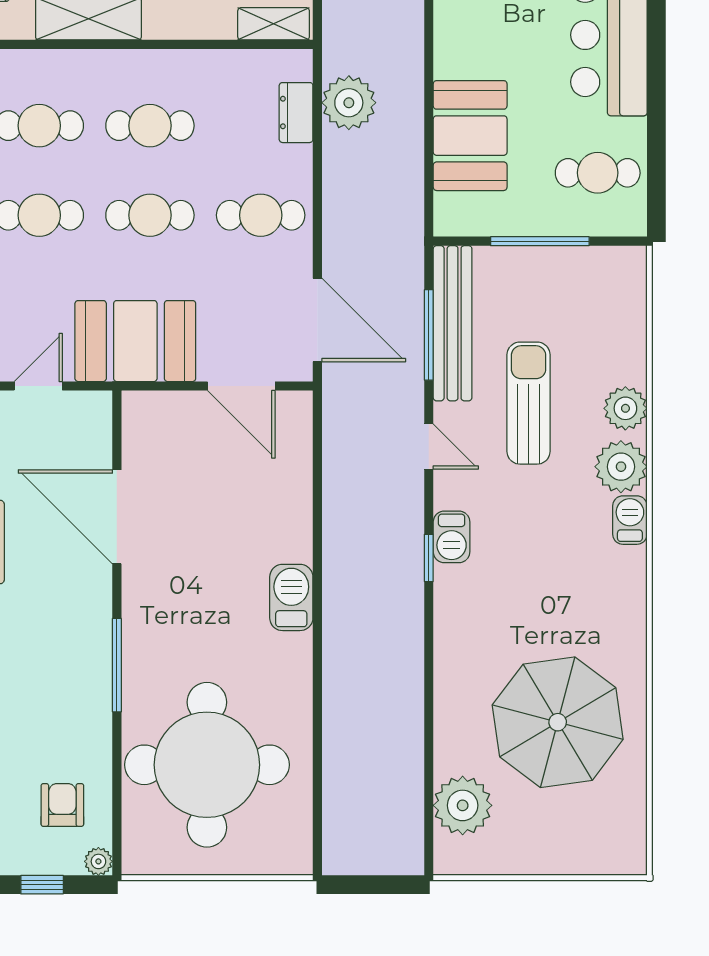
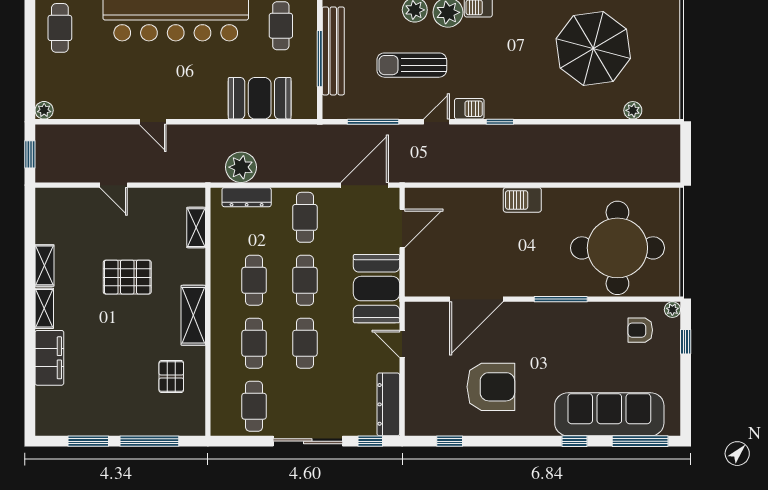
shelving: (274, 24) -> (196, 228), moved
dresser: (296, 113) -> (247, 197), width x1.44
bench: (453, 323) -> (333, 51), moved, turned 90
barbecue: (452, 537) -> (469, 109), moved
plant: (463, 805) -> (633, 110), width x0.53, depth x0.53

